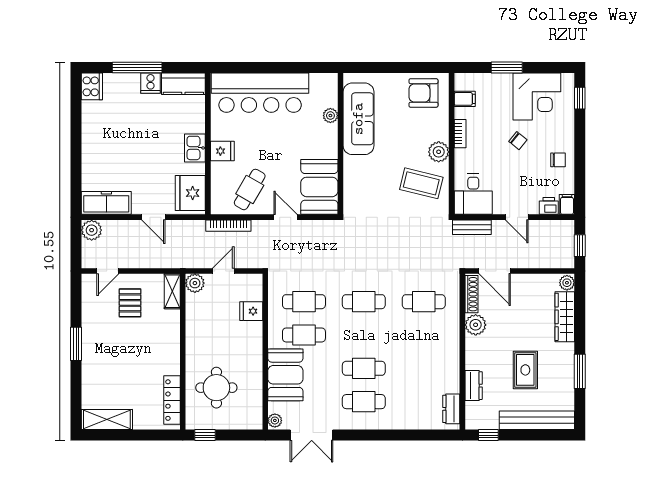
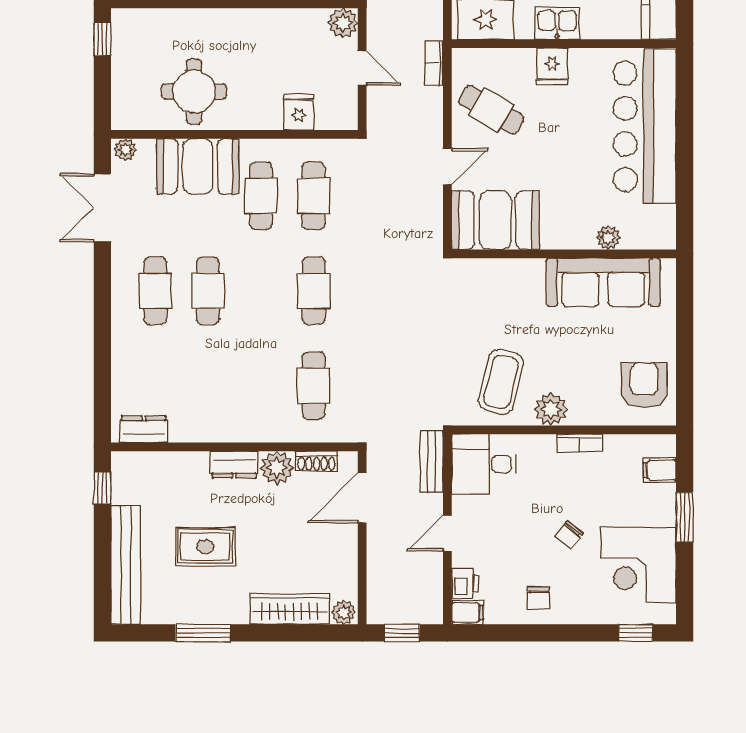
filing cabinet: (465, 99) -> (660, 470), moved, turned 90
bookcase: (228, 226) -> (434, 63), width x0.64
shoe rack: (472, 294) -> (317, 461), width x0.70
dresser: (474, 386) -> (234, 465), moved
round table: (216, 388) -> (194, 92), moved

